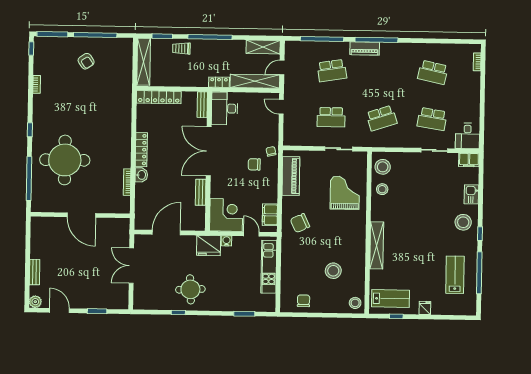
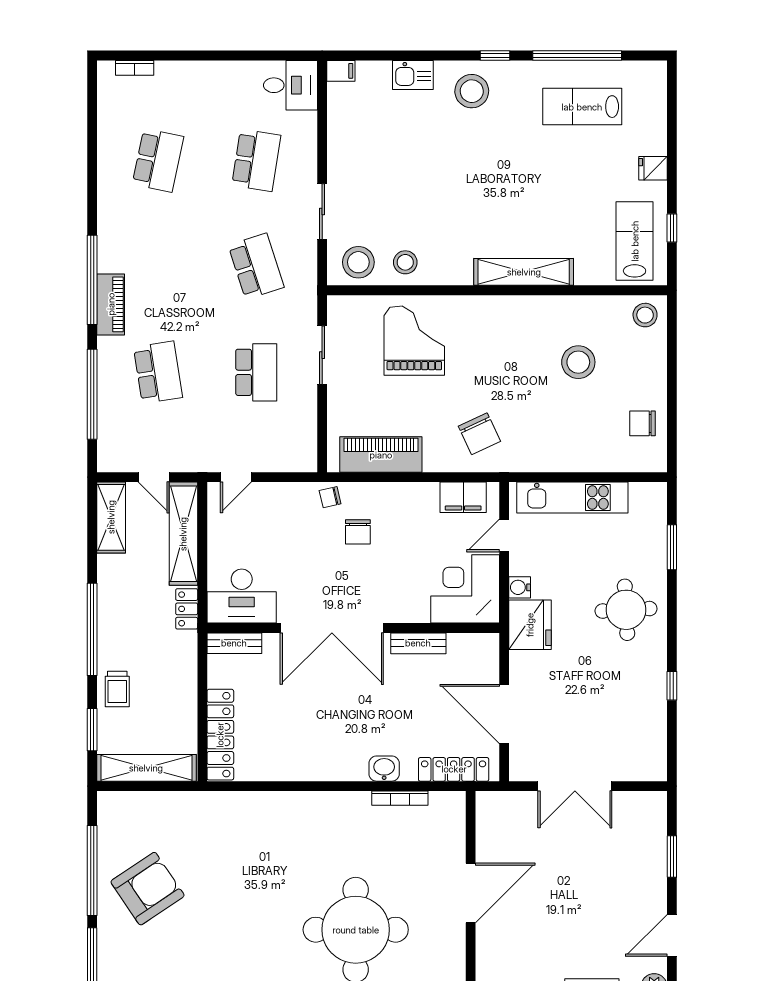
armchair: (86, 61) -> (147, 889), width x1.88, depth x1.88
locker: (141, 150) -> (454, 769), moved
sliding door: (434, 150) -> (322, 212), moved
filing cabinet: (469, 160) -> (341, 71), width x0.50
grand piano: (345, 193) -> (414, 341), turned 90
round table: (190, 289) -> (626, 610), moved

